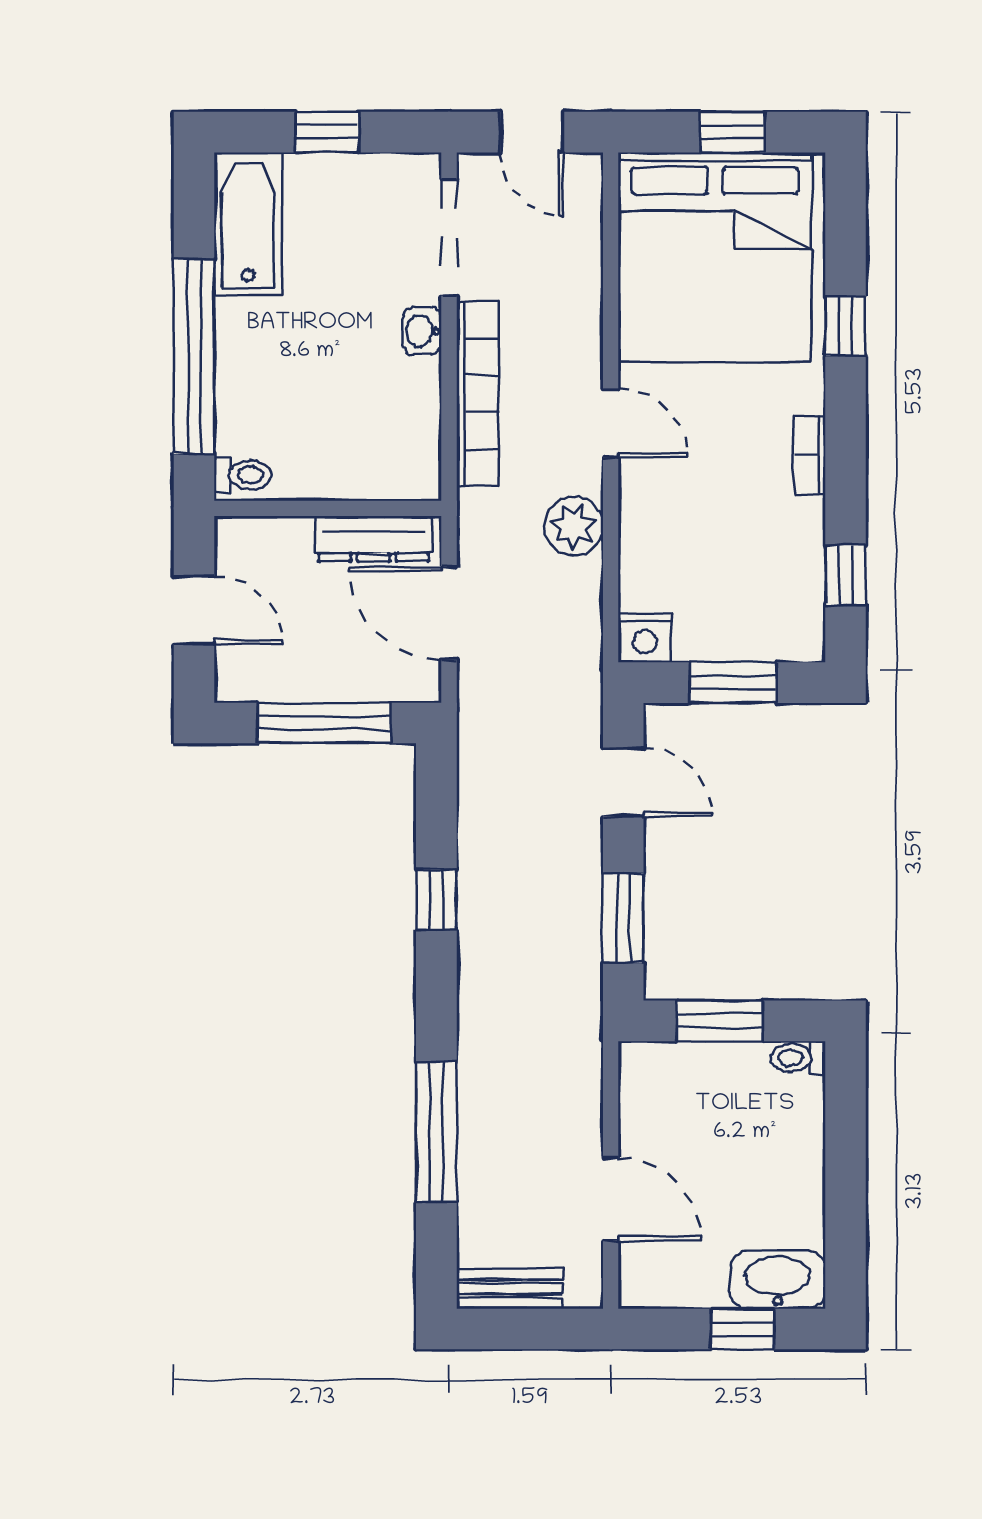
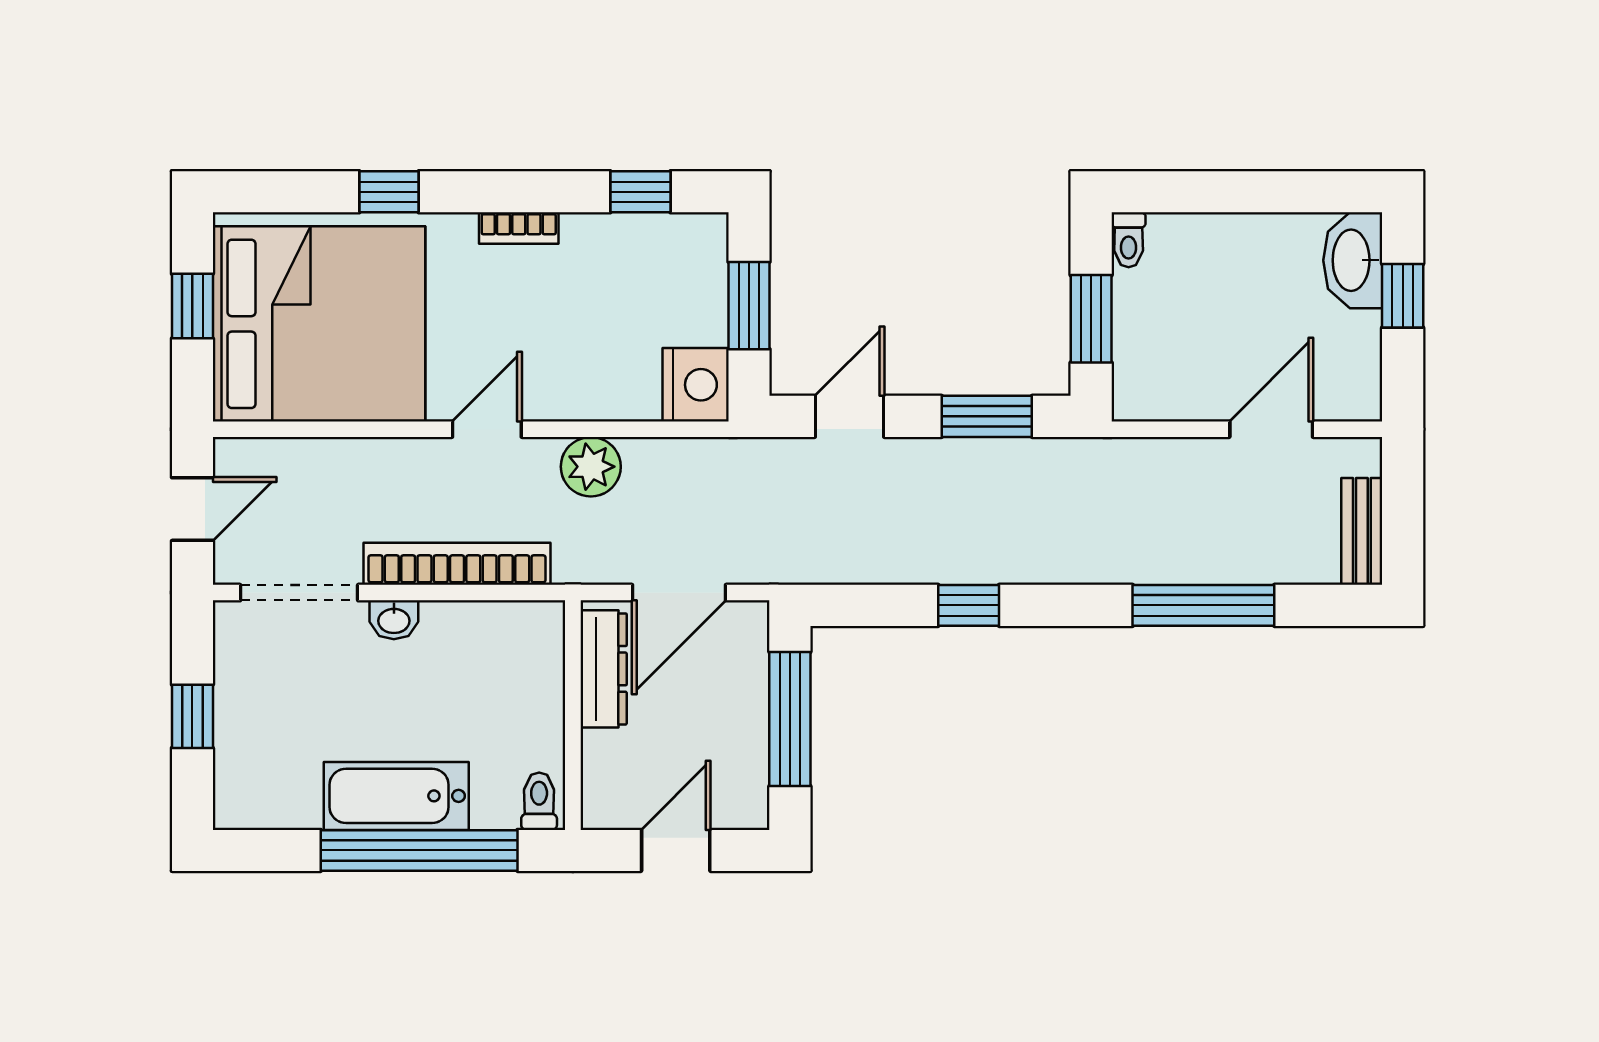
bathtub: (248, 224) -> (396, 796), moved
nightstand: (645, 638) -> (696, 385), width x1.36, depth x1.33

